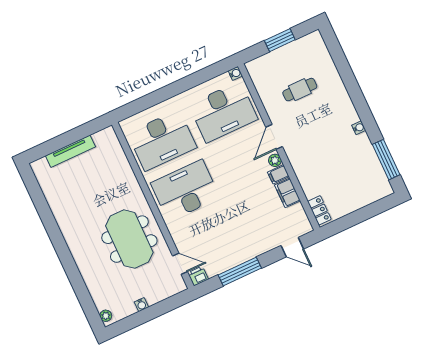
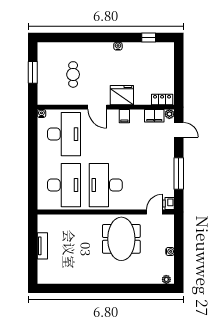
tv unit: (70, 151) -> (42, 246), width x0.71
plant: (275, 160) -> (169, 114), moved
fridge: (302, 160) -> (122, 95), added
window: (386, 160) -> (149, 38), width x0.46
filing cabinet: (287, 193) -> (154, 116), moved
meeting table: (129, 239) -> (121, 239), turned 90
door: (292, 247) -> (179, 130), hinge flipped

